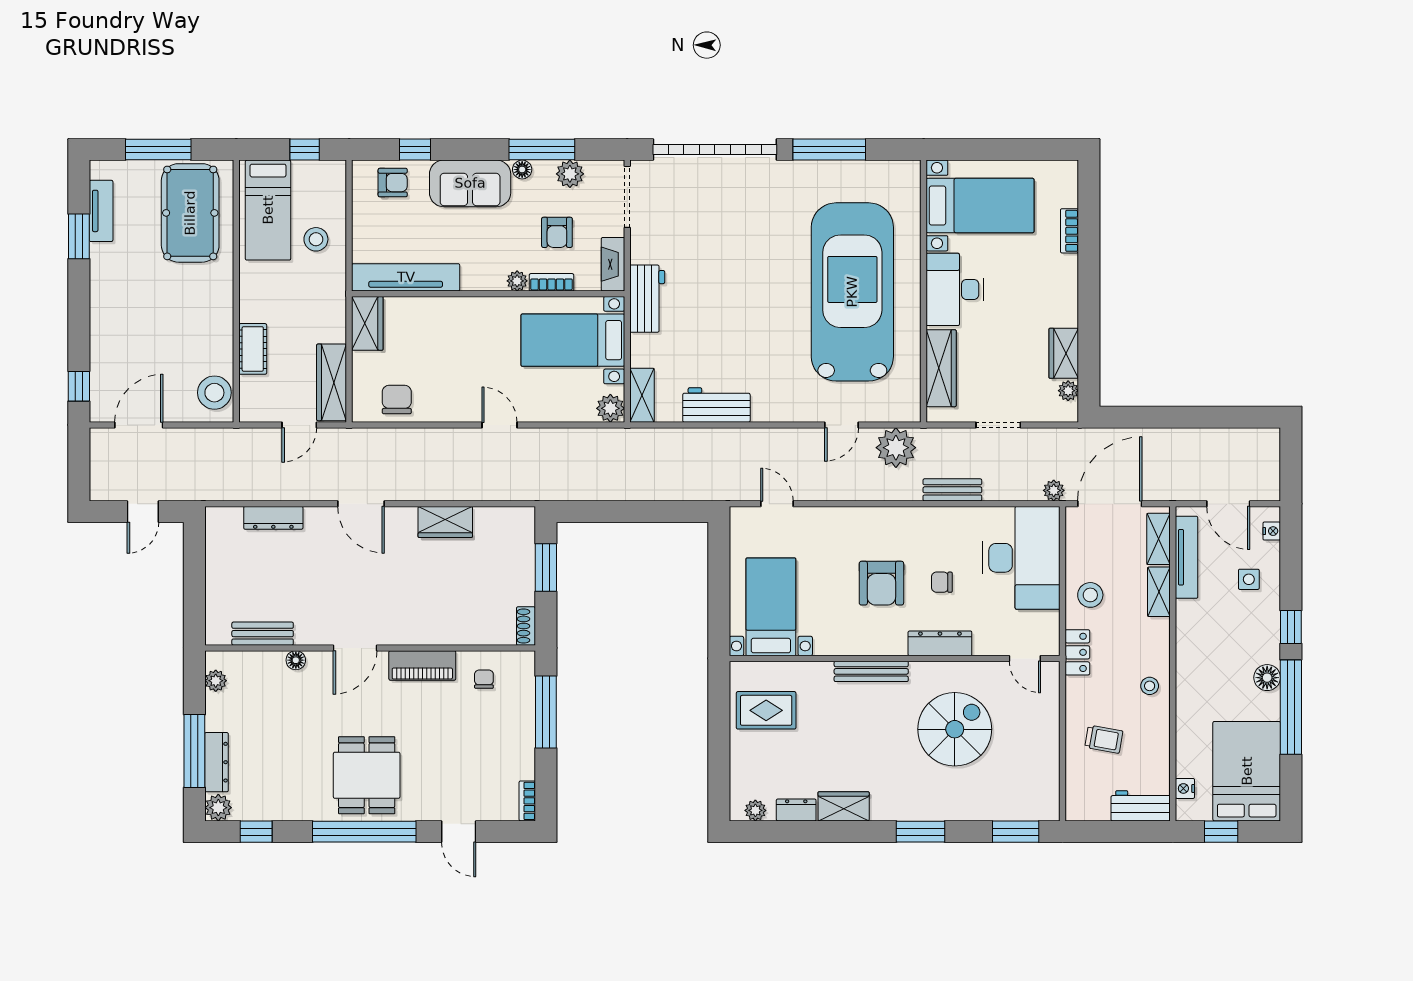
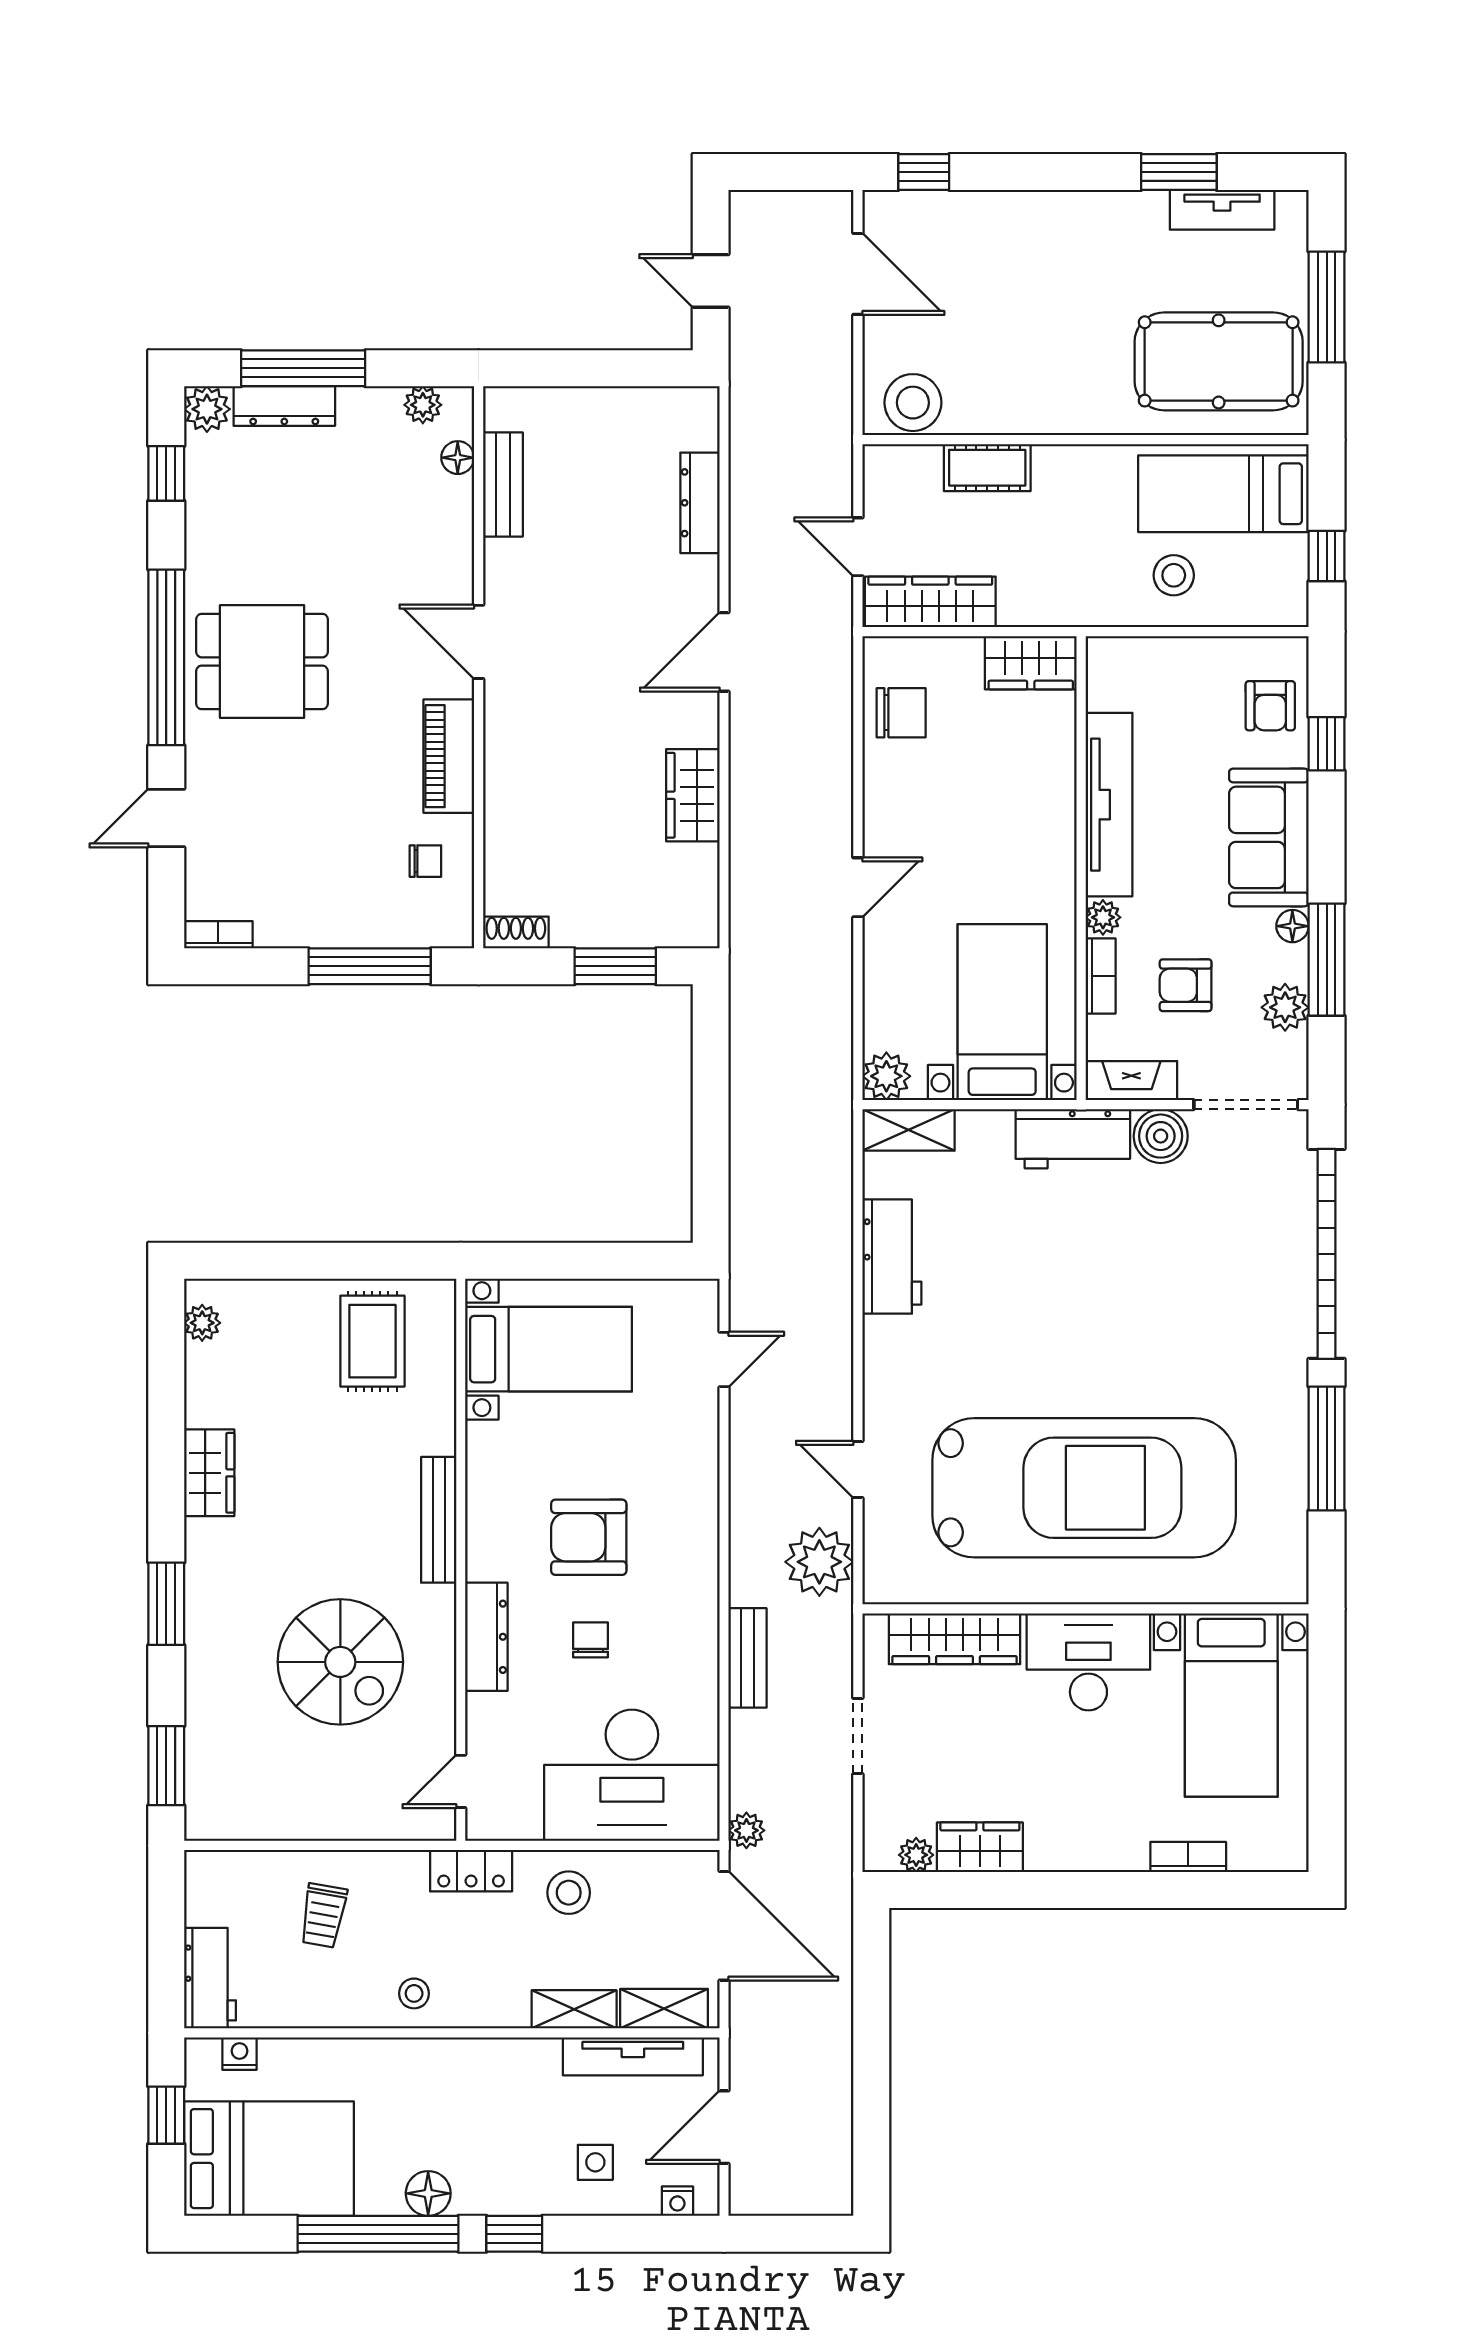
boiler: (646, 247) -> (1161, 1136), added
tv unit: (406, 277) -> (1109, 805), moved
floor lamp: (296, 660) -> (458, 458), moved
dresser: (796, 810) -> (203, 1392), removed

